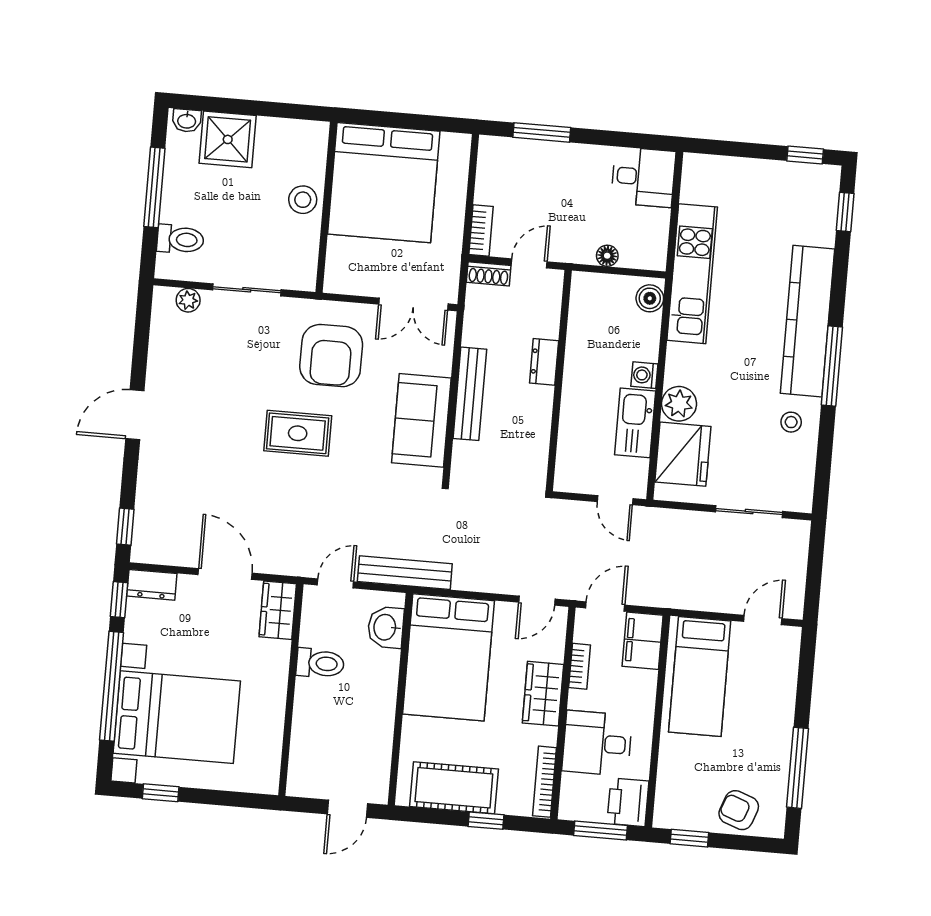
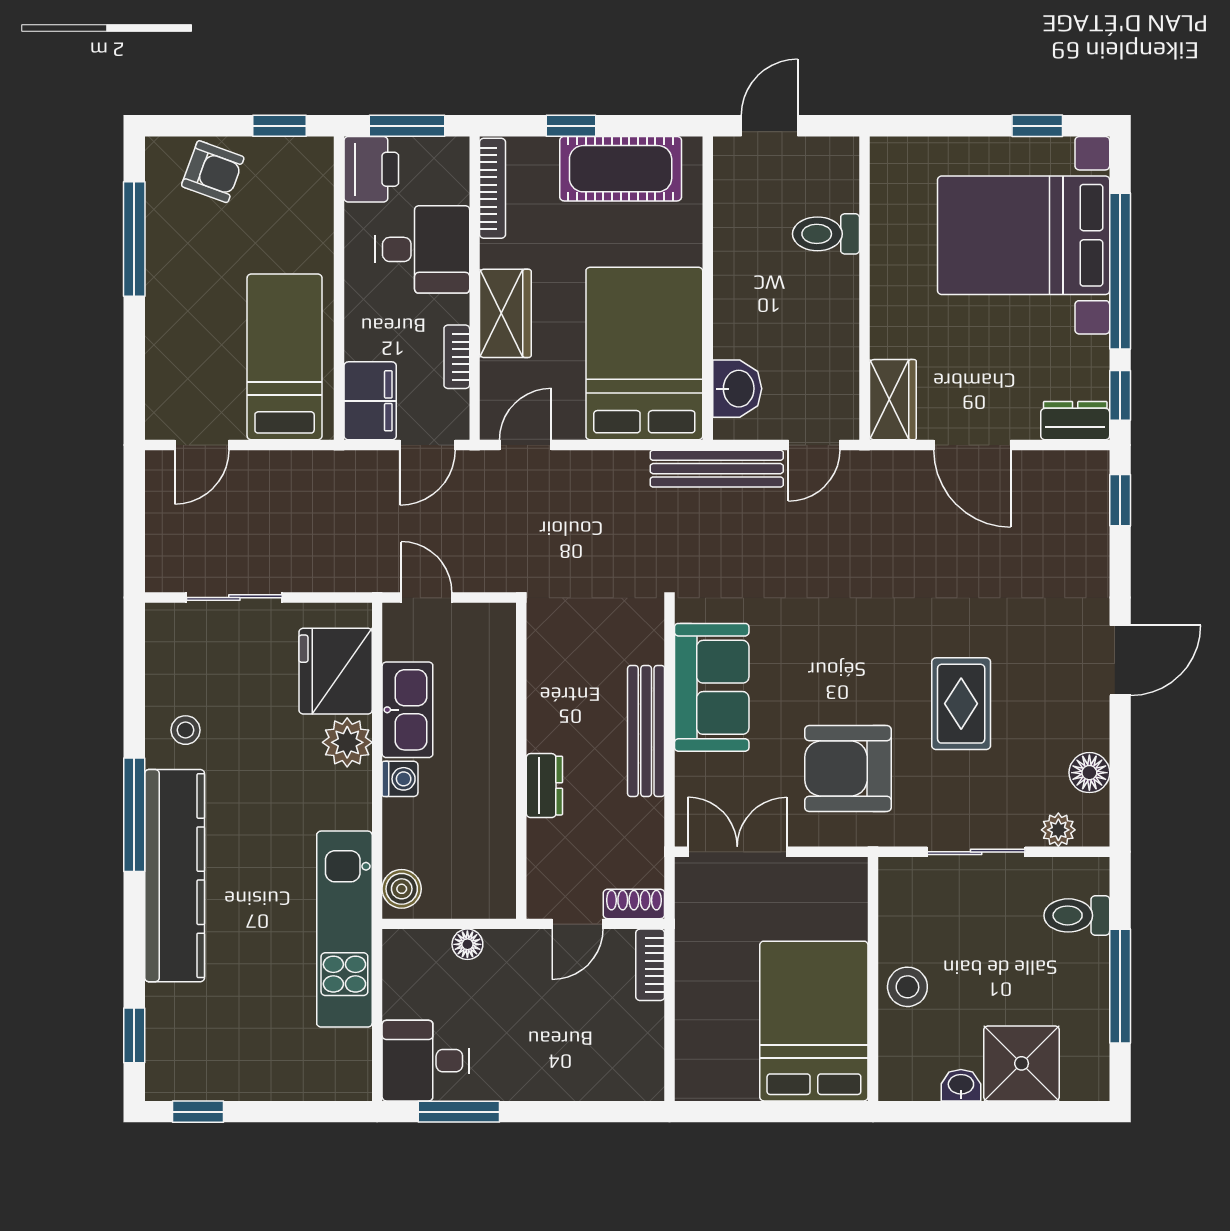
washbasin: (187, 121) -> (961, 1085), moved
window: (542, 132) -> (459, 1112), moved
bed: (384, 183) -> (814, 1021), width x0.73
floor lamp: (163, 338) -> (1089, 773), added
armchair: (331, 356) -> (848, 769), turned -90
rug: (298, 433) -> (961, 704), moved, turned 90
toilet: (320, 663) -> (826, 234), moved

